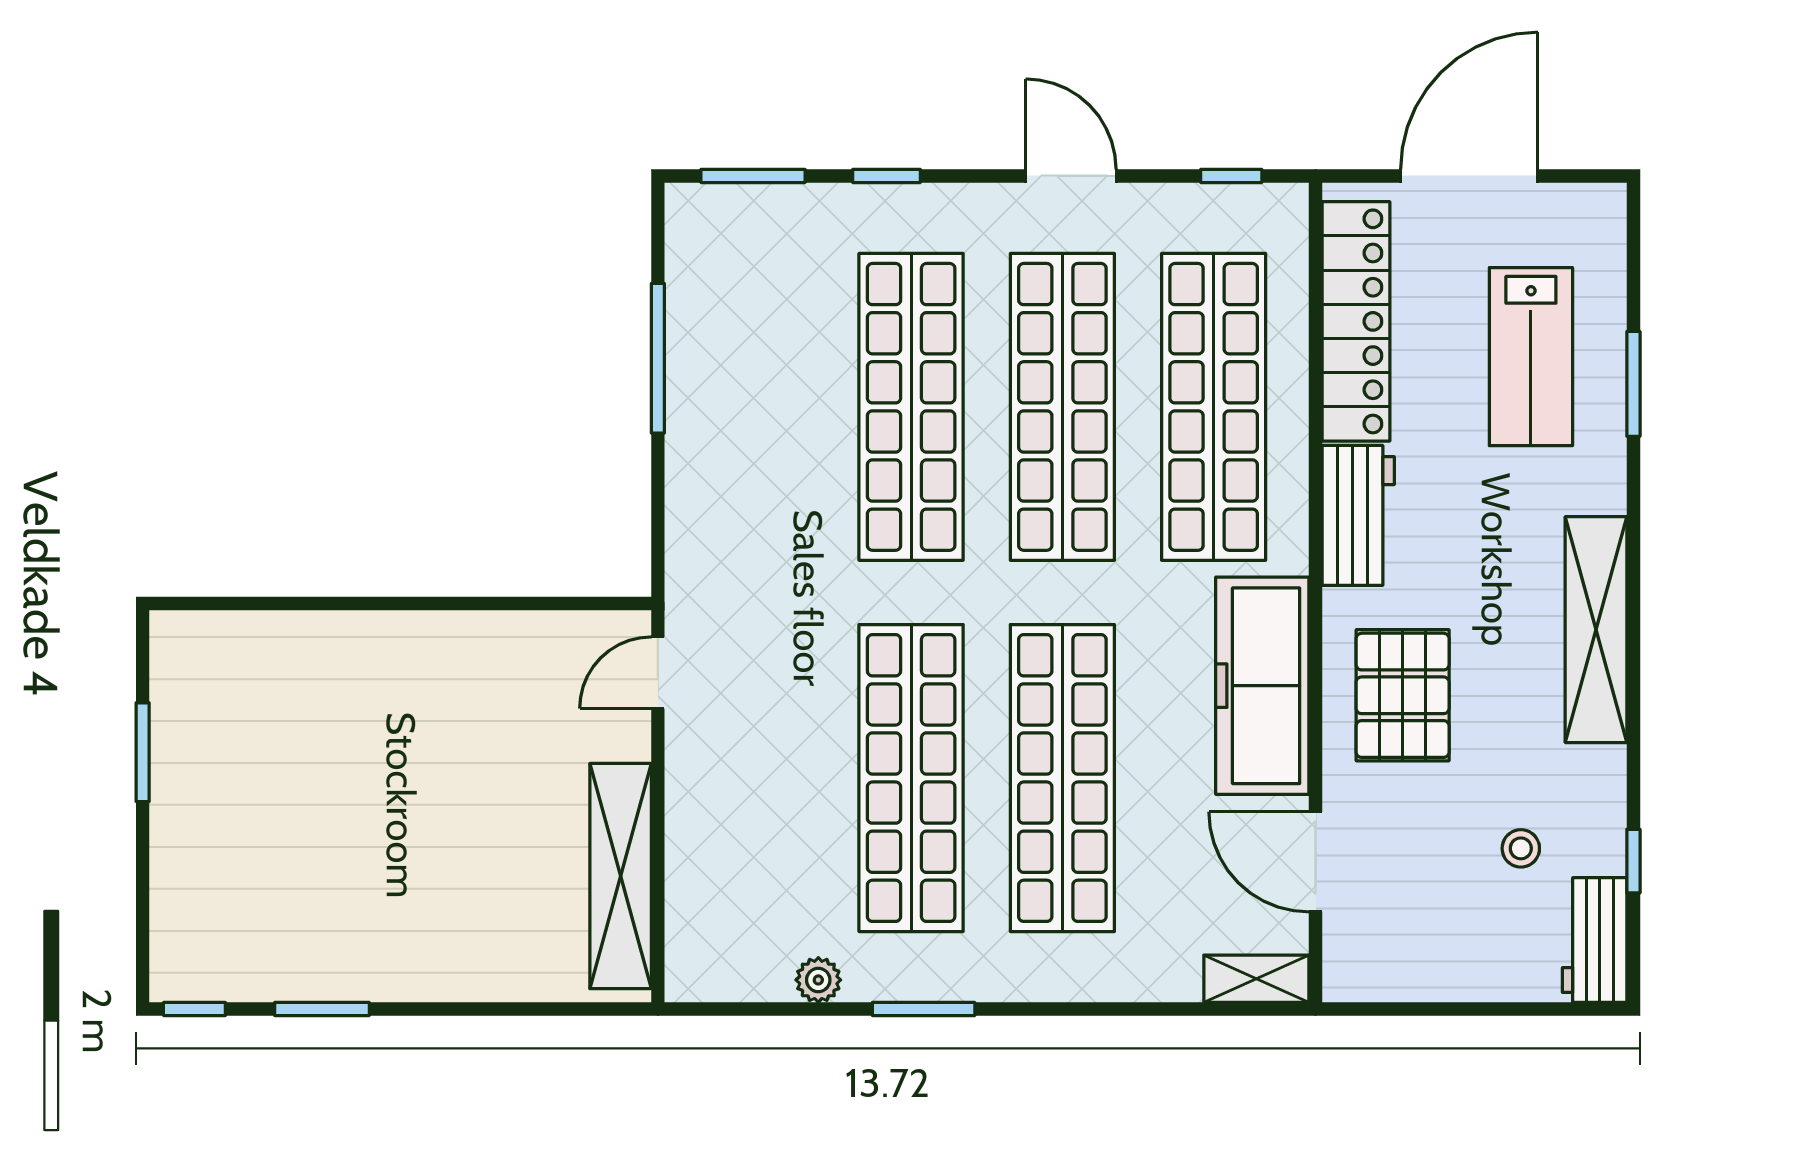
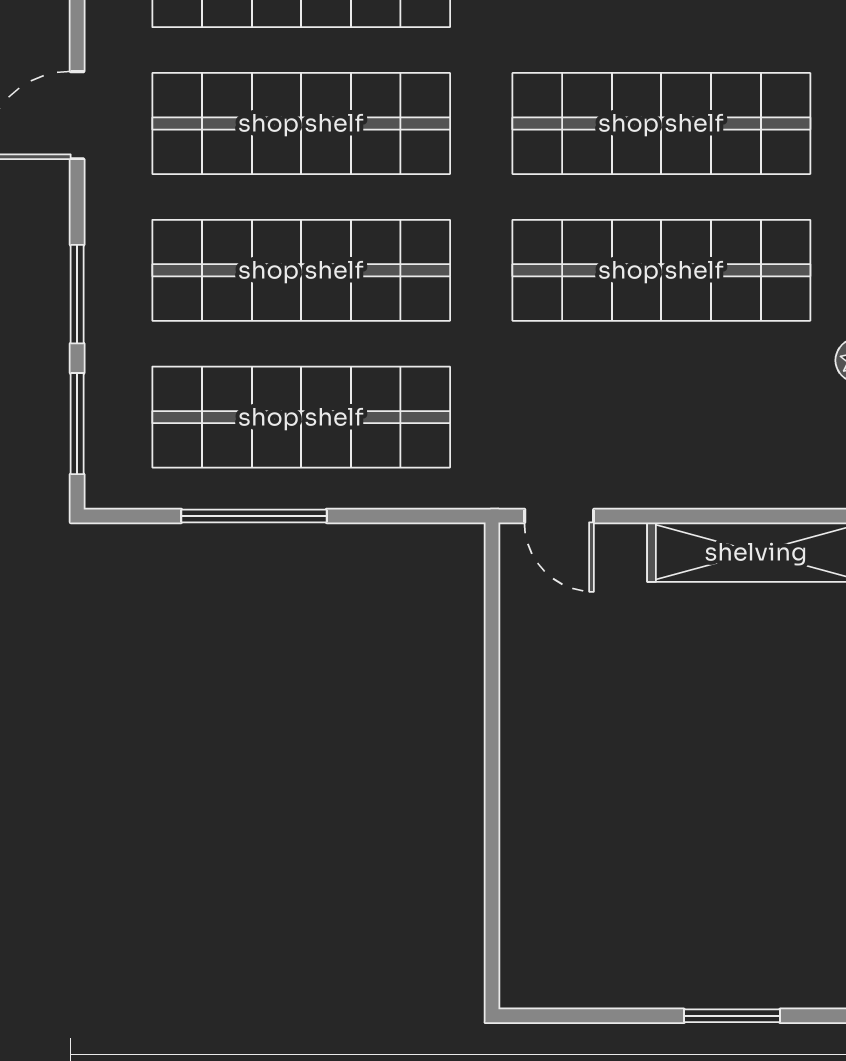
window: (886, 176) -> (77, 294), width x1.50
shop shelf: (760, 407) -> (301, 417), added
window: (143, 752) -> (732, 1016), moved

